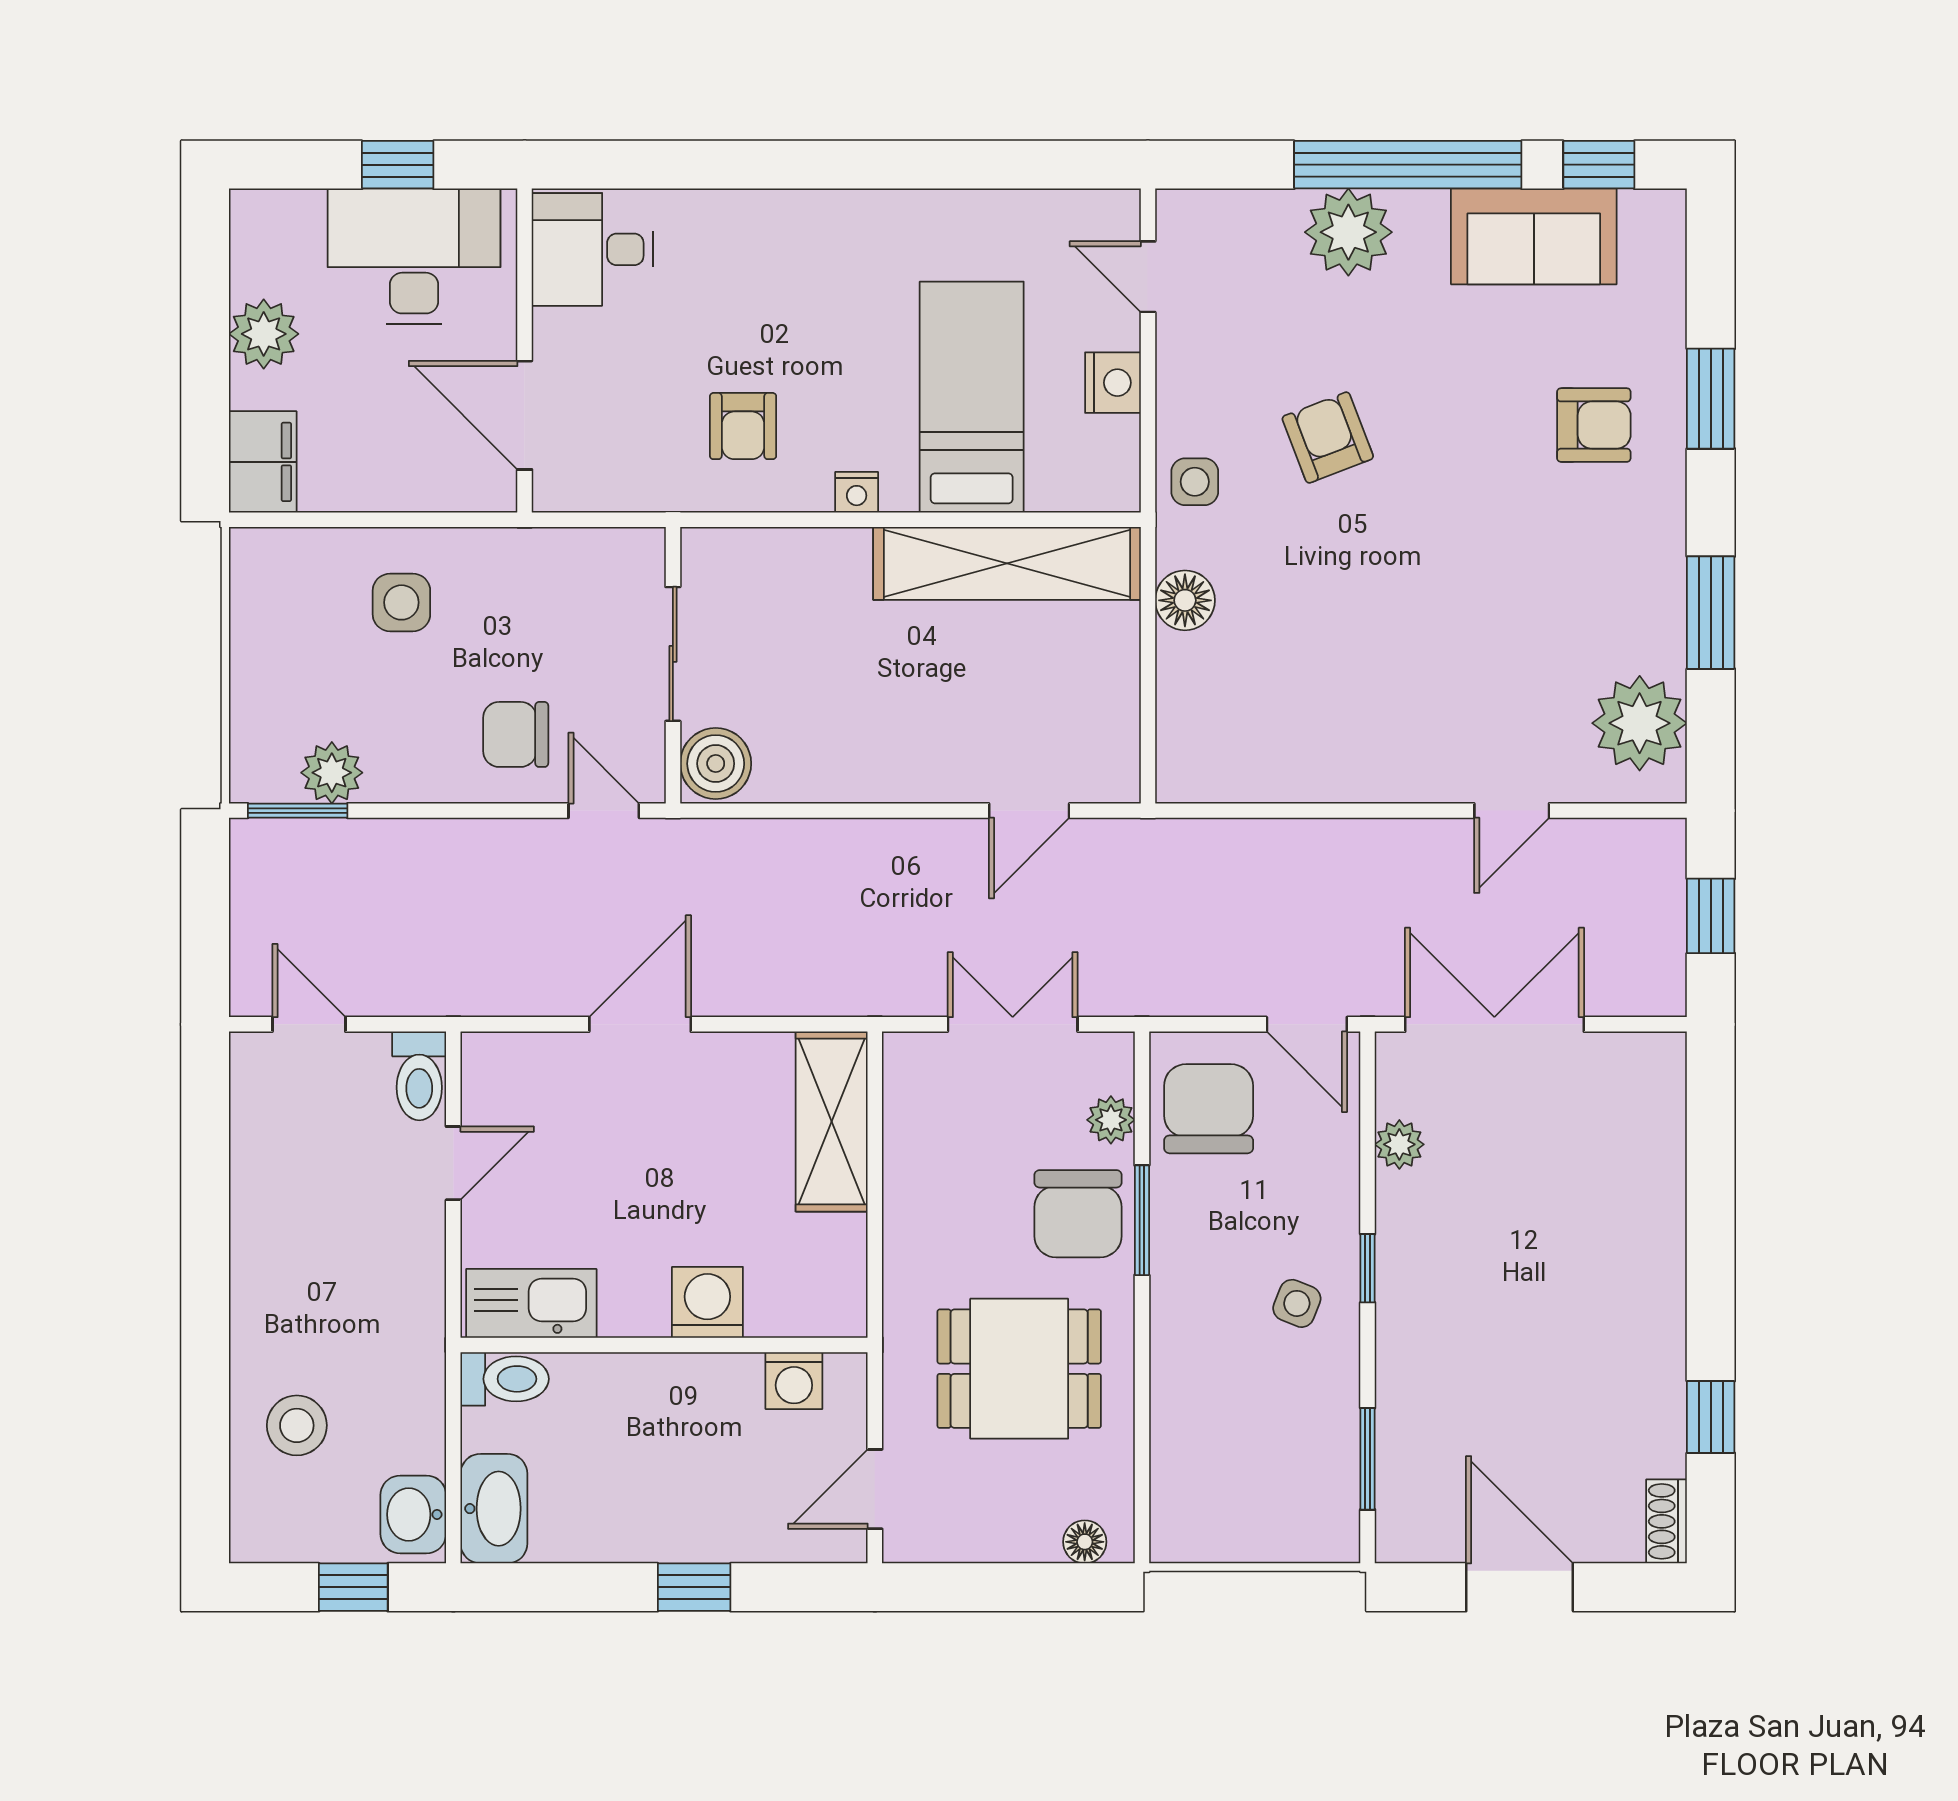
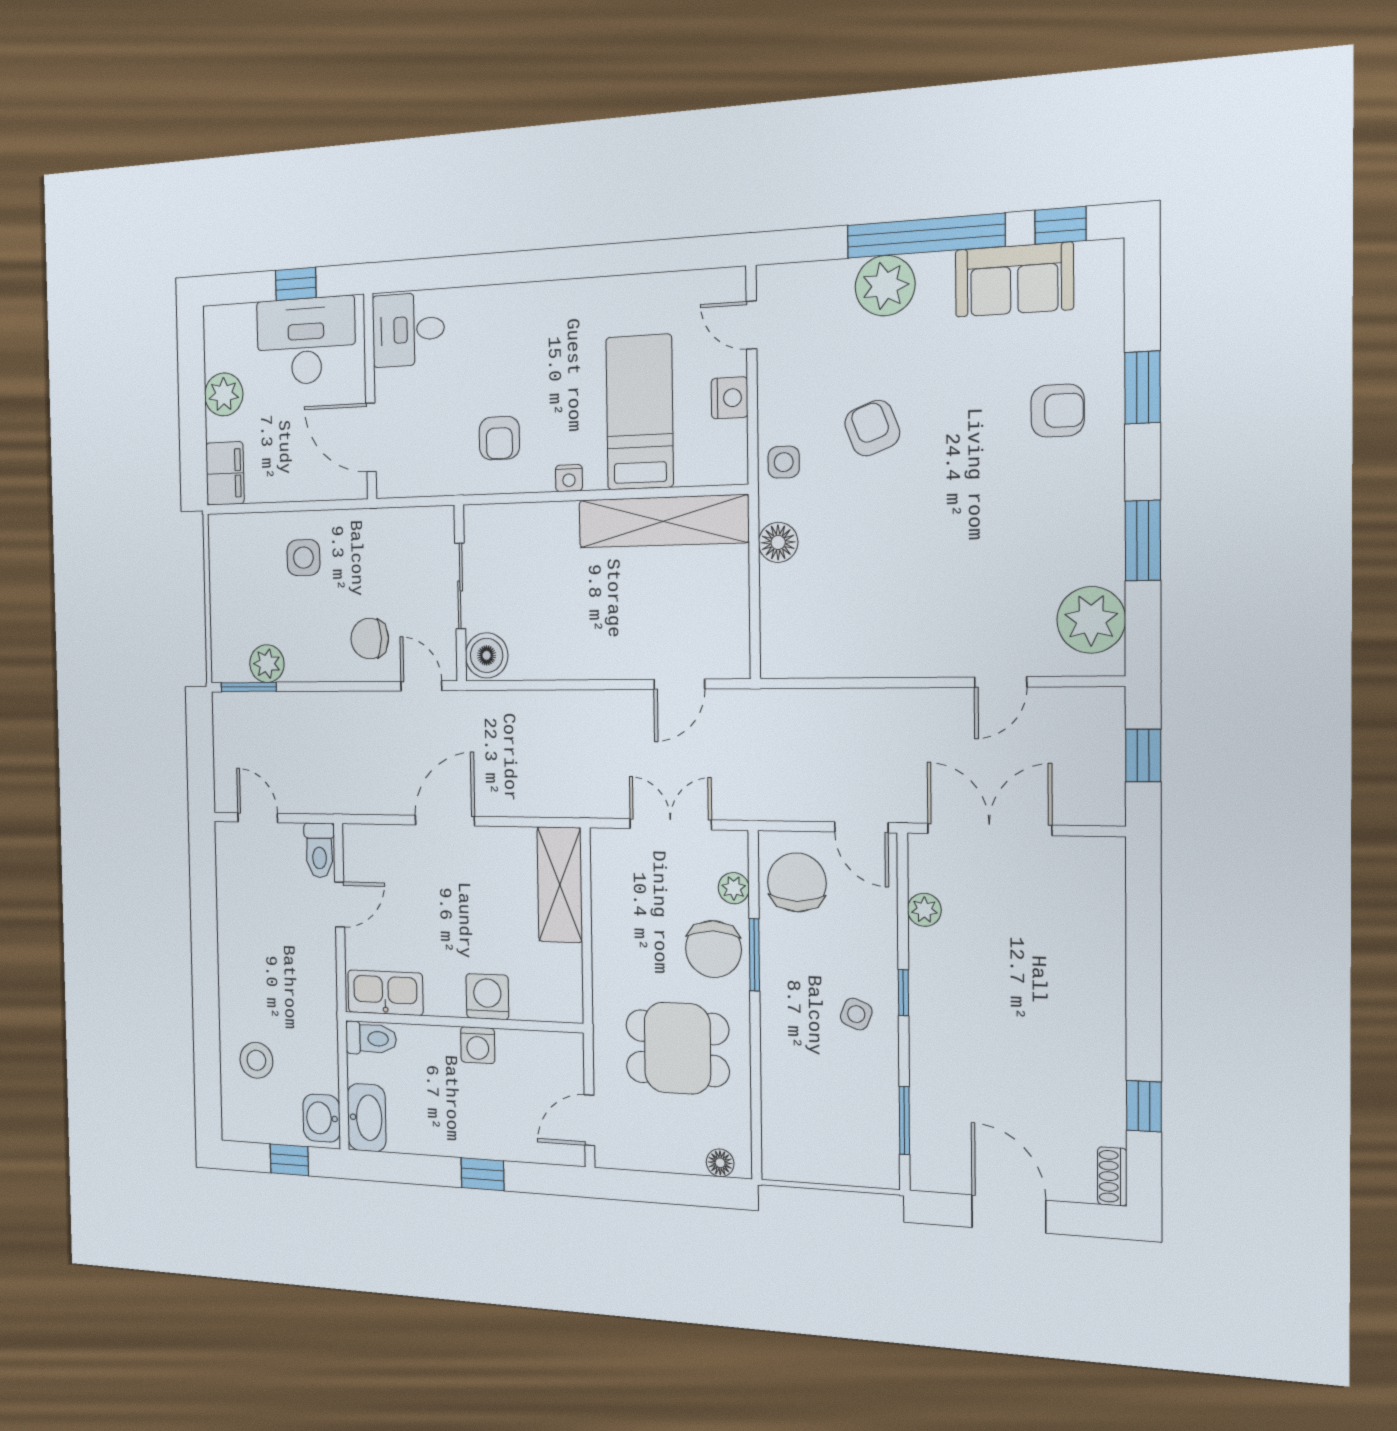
washing machine: (794, 1381) -> (478, 1045), moved

